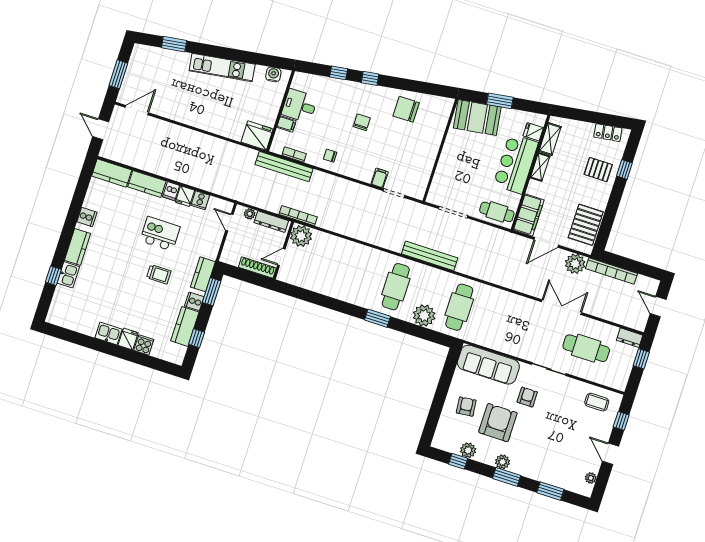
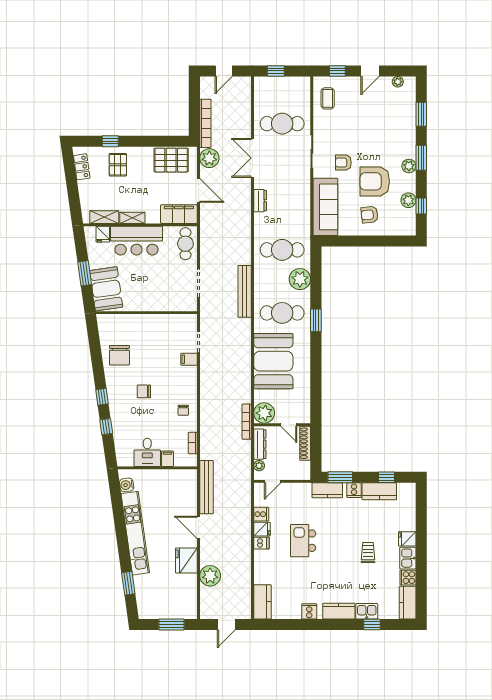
kitchen unit: (222, 67) -> (135, 533), width x1.36
door: (137, 110) -> (198, 527), moved
plant: (155, 129) -> (210, 576), added
fridge: (257, 135) -> (186, 560), moved
bench: (284, 167) -> (206, 487), moved
kitchen counter: (147, 184) -> (408, 603), moved, turned 180
booth: (350, 262) -> (273, 361), added
trolley: (159, 274) -> (368, 553), moved
dresser: (630, 338) -> (260, 201), moved
cooker: (144, 345) -> (408, 578), moved
cafe table: (586, 348) -> (282, 124), turned 90

